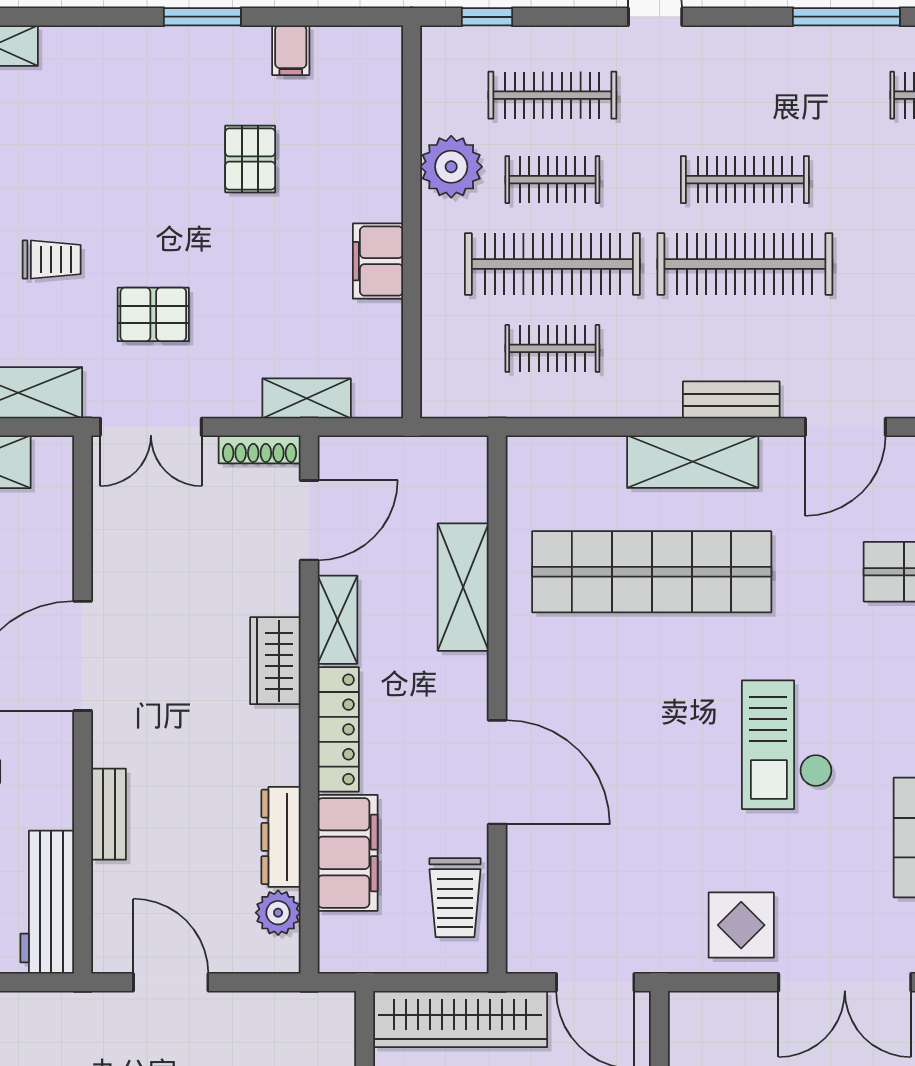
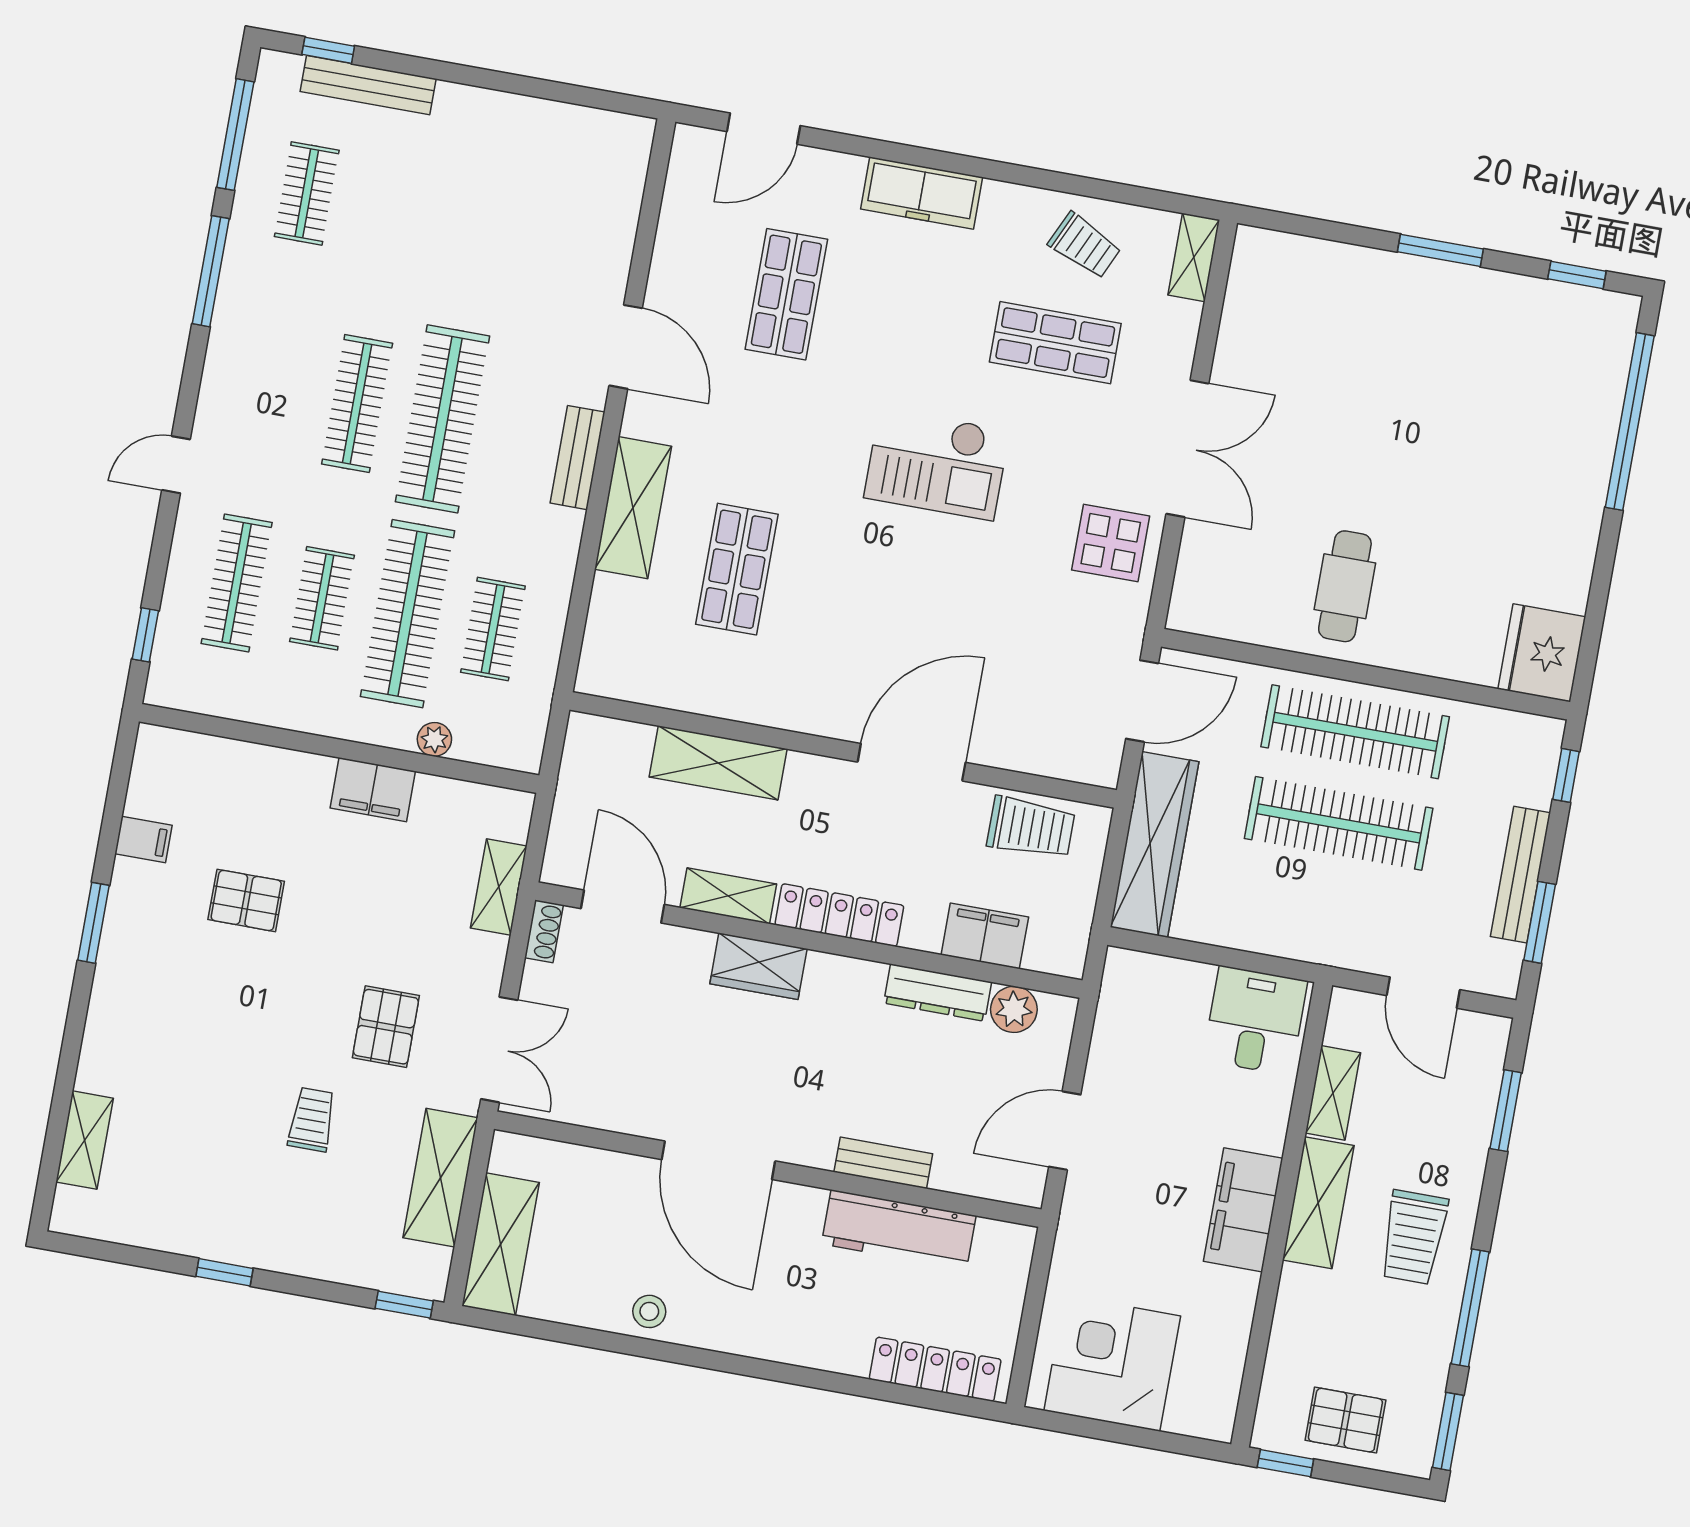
plant: (451, 167) -> (434, 739), moved, width x0.53, depth x0.53
shoe rack: (260, 449) -> (544, 931), width x0.70
shop shelf: (652, 572) -> (737, 569), width x0.50, depth x0.74
filing cabinet: (348, 853) -> (985, 936), width x0.67, depth x0.86
workbench: (47, 902) -> (899, 1230), moved

